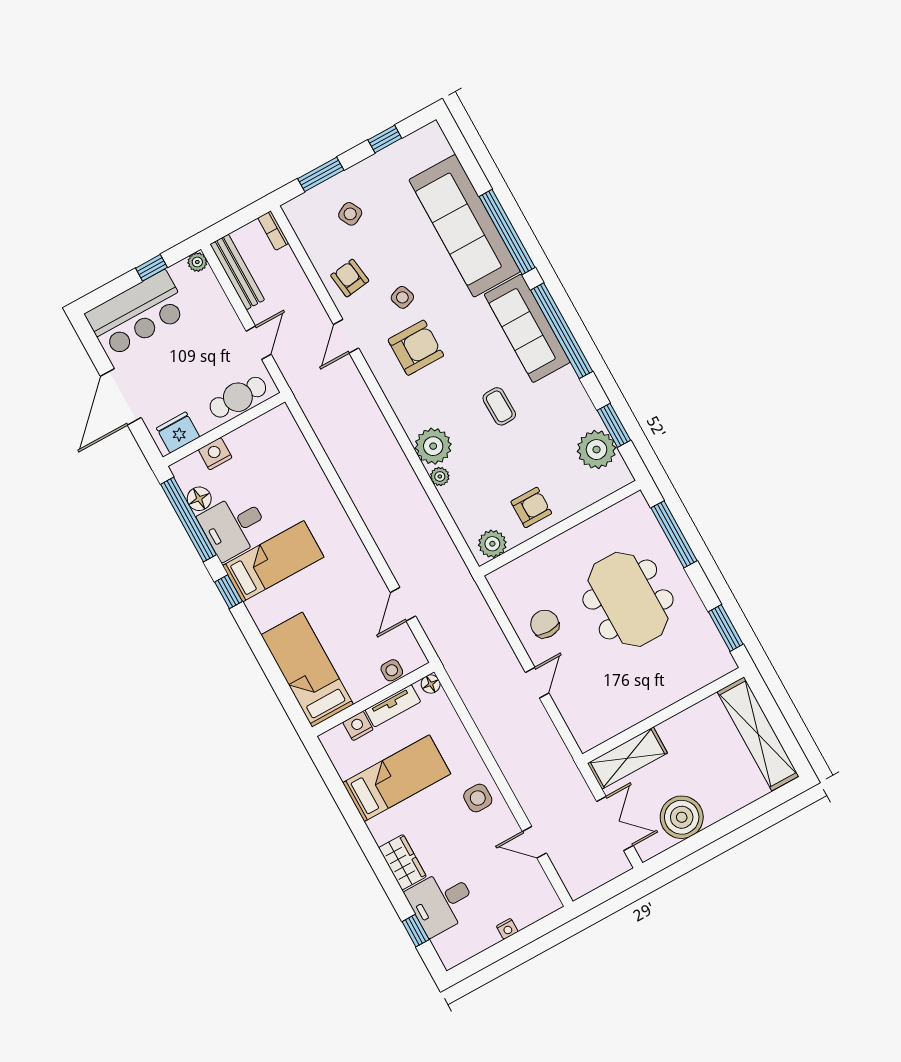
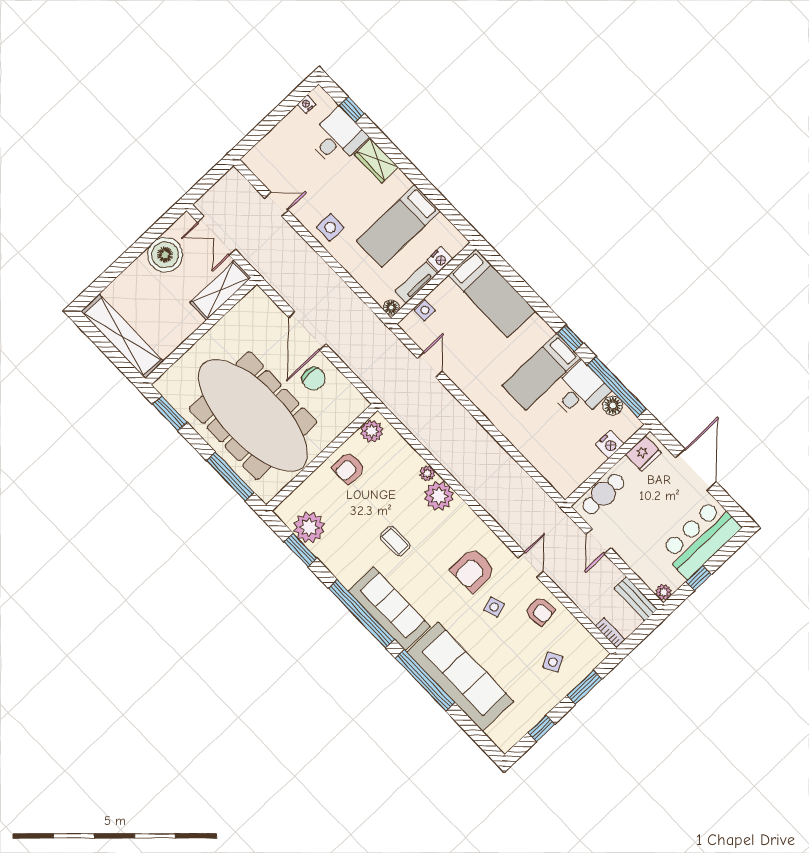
bench: (237, 272) -> (636, 599), width x0.73
meeting table: (628, 599) -> (253, 415), width x1.86, depth x1.27
door: (537, 683) -> (307, 331), width x1.87
nightstand: (507, 929) -> (307, 104), moved

